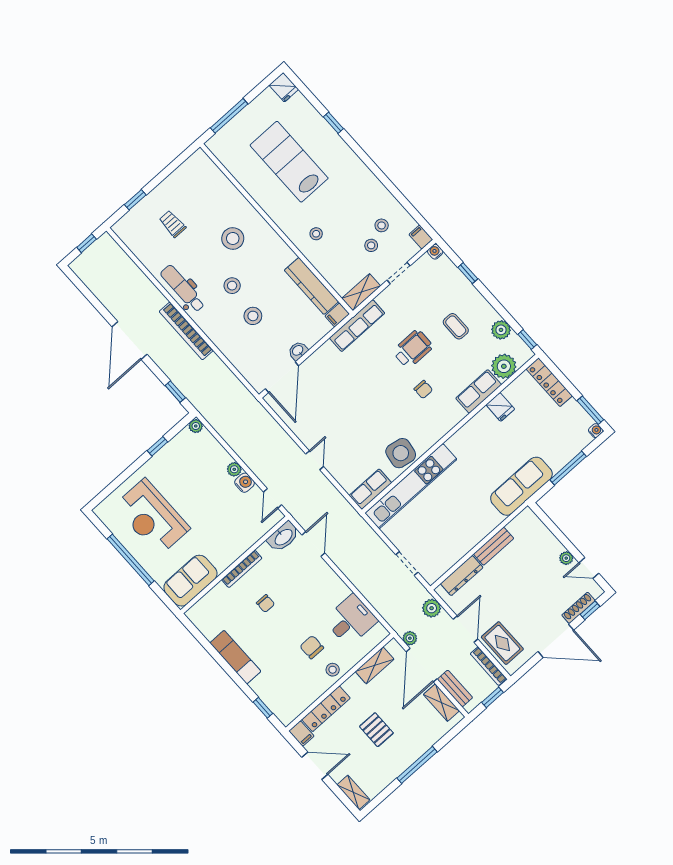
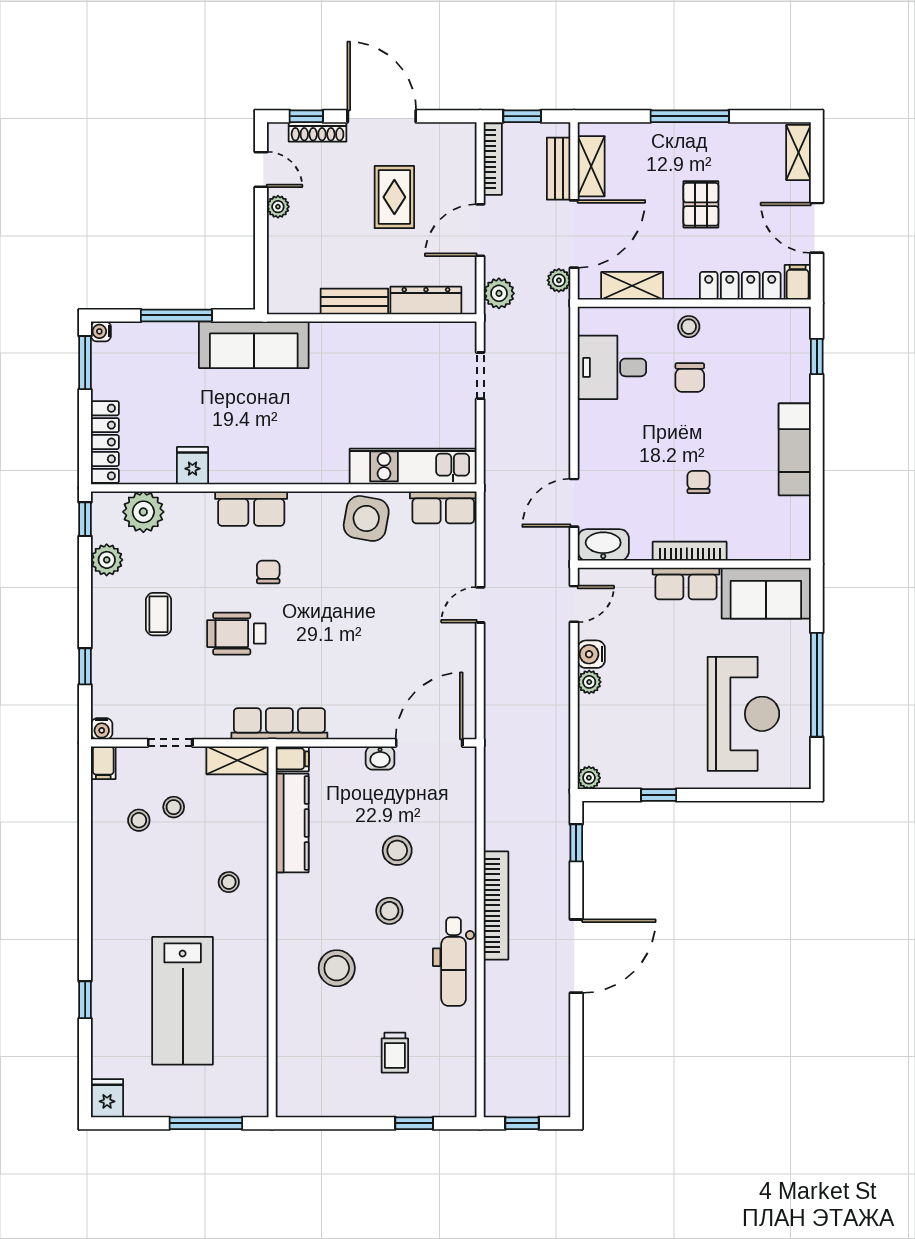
row of seats: (479, 391) -> (251, 509), moved
kitchen unit: (411, 486) -> (413, 466), width x0.73
row of seats: (230, 553) -> (686, 584), added
rug: (502, 643) -> (394, 197), moved

